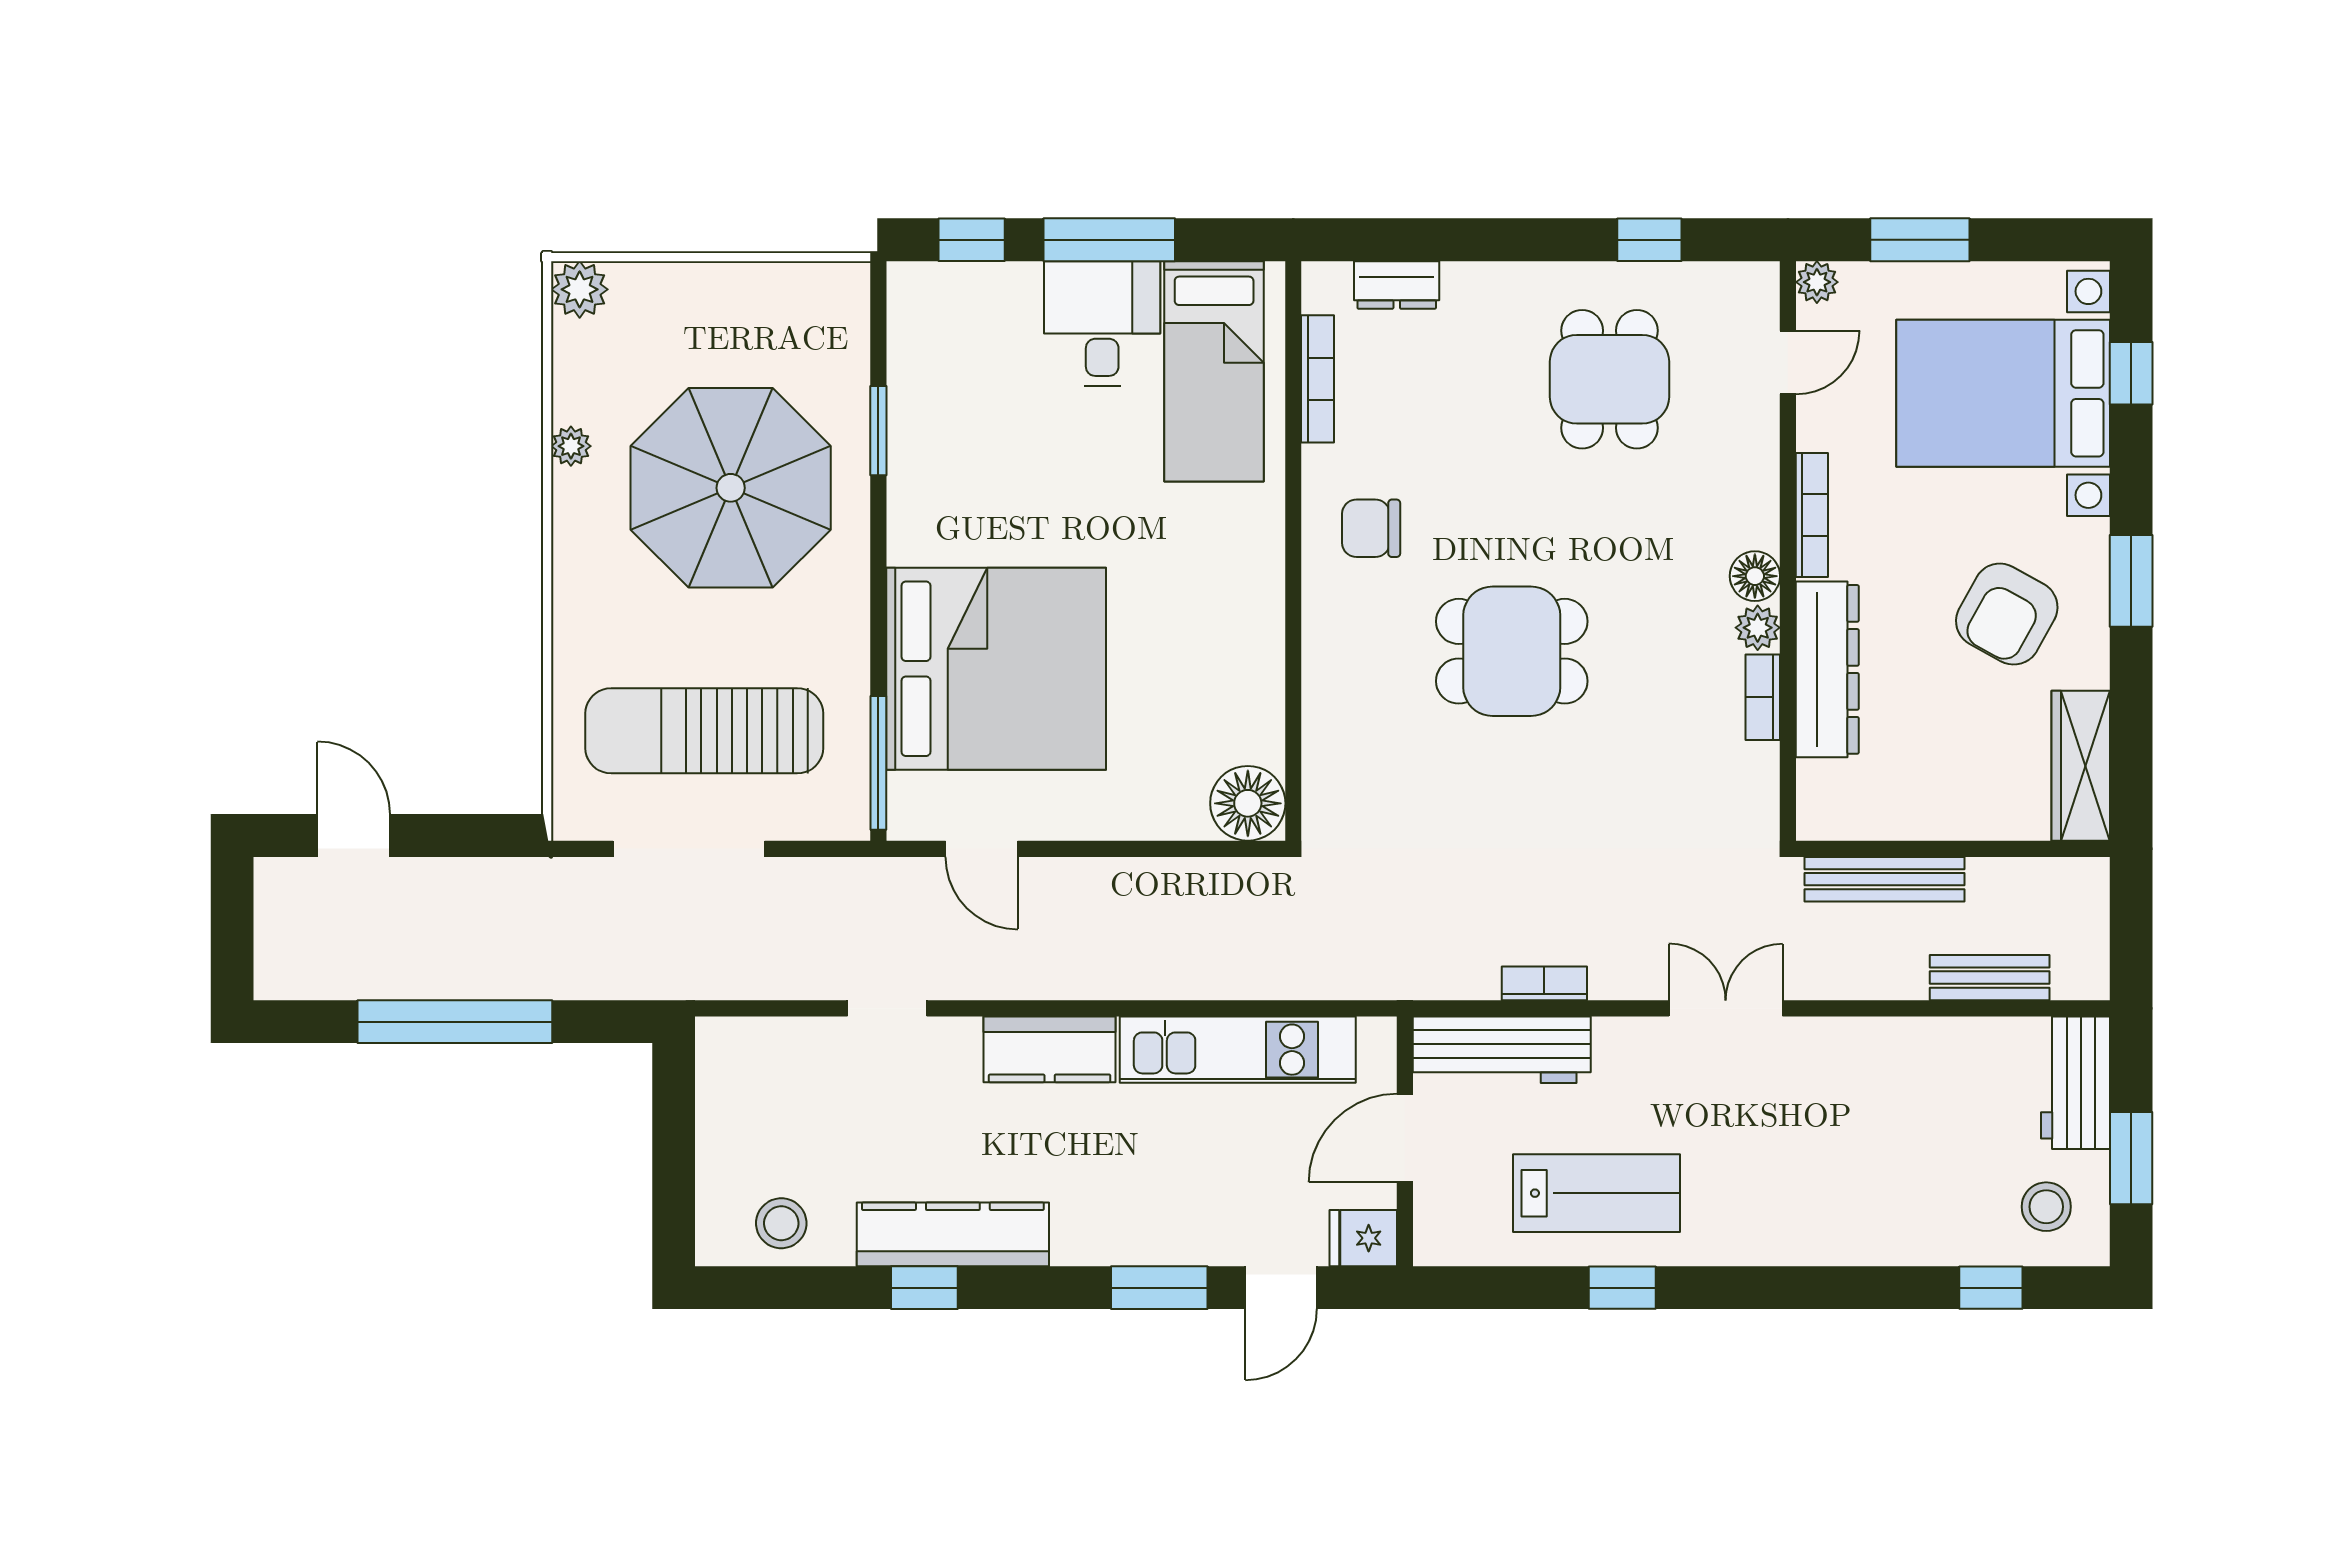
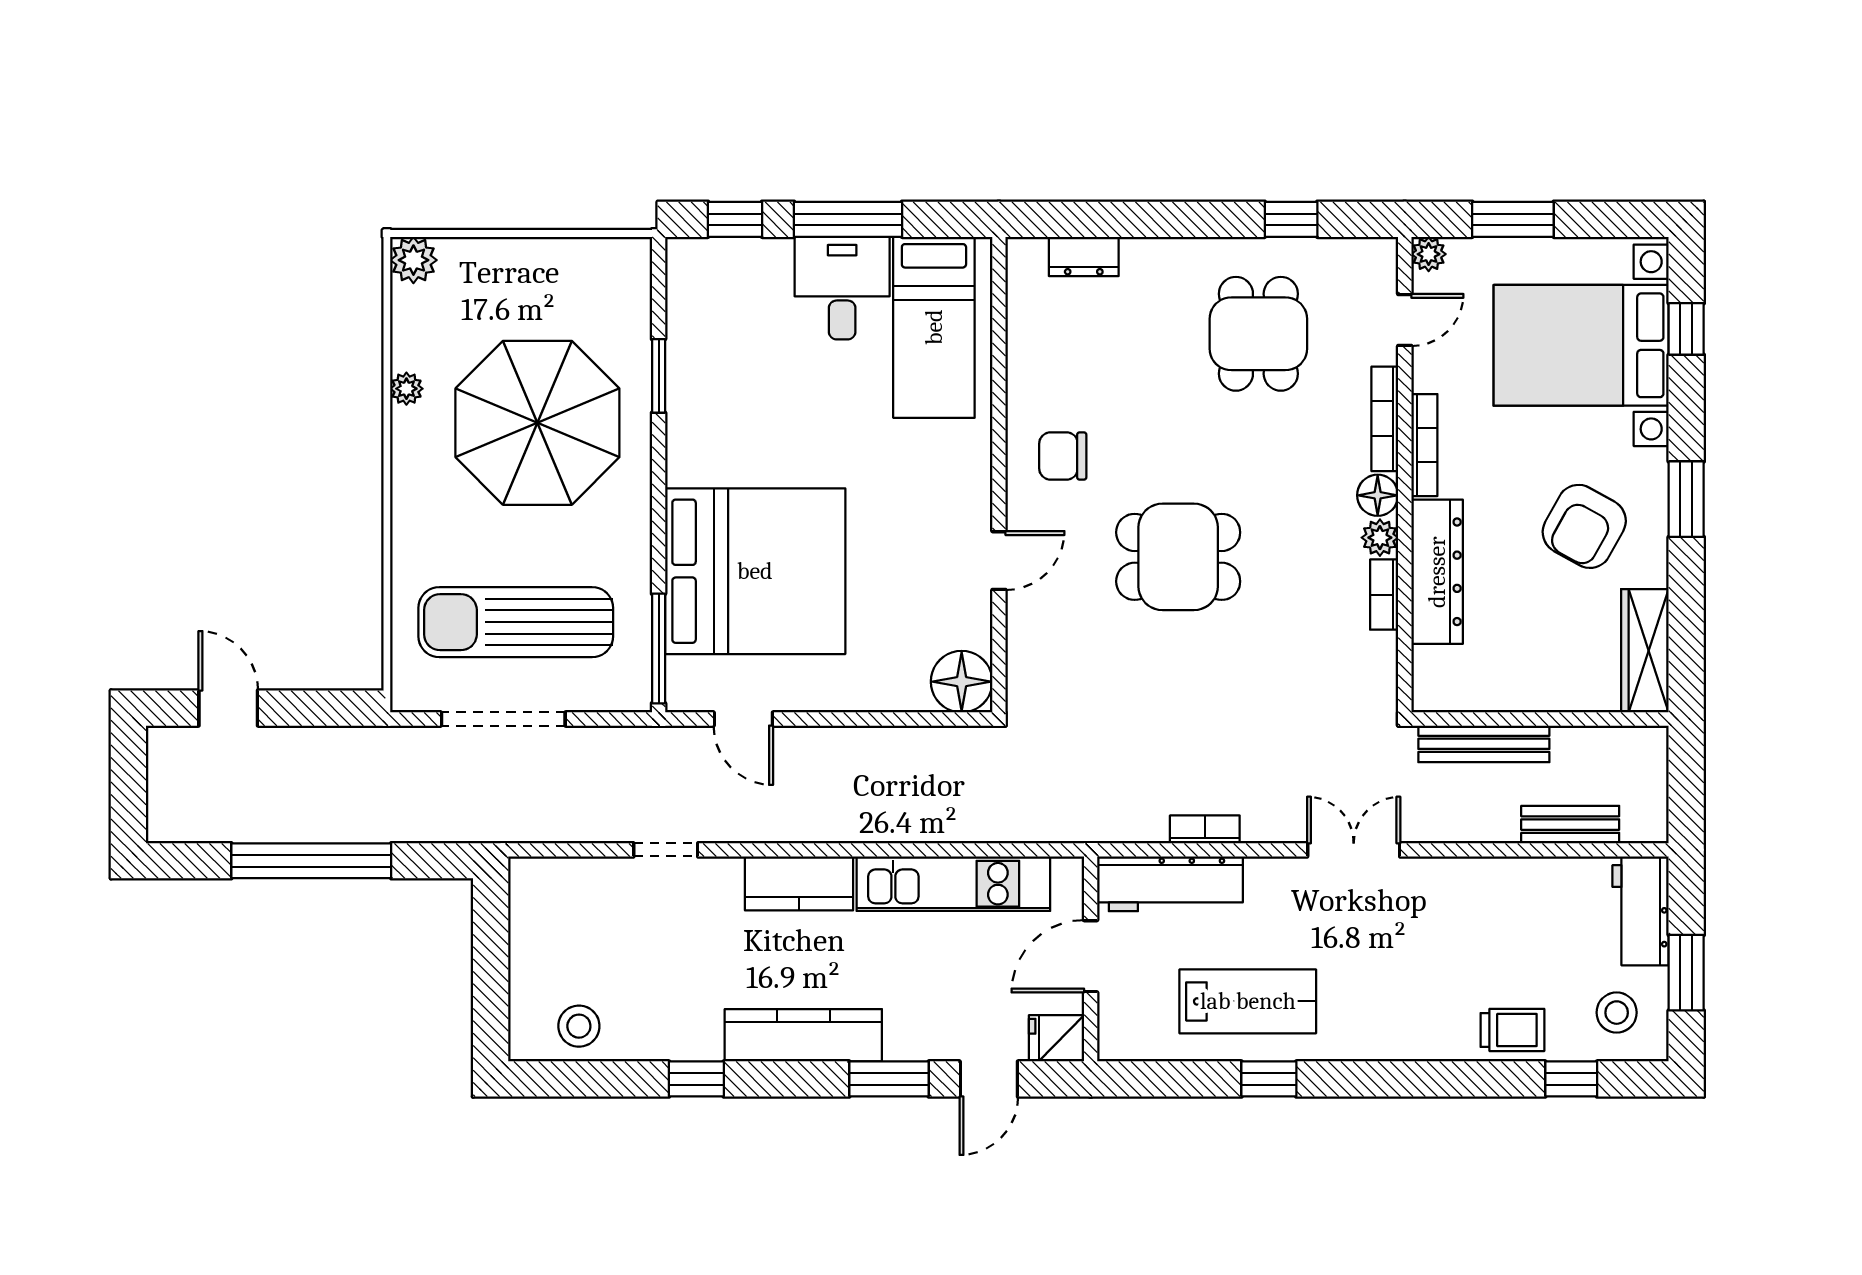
bookcase: (1318, 379) -> (1385, 419), moved, turned 180
door: (1293, 656) -> (999, 561), added
trolley: (1919, 1228) -> (1512, 1030), added
kitchen counter: (953, 1234) -> (803, 1035), moved

